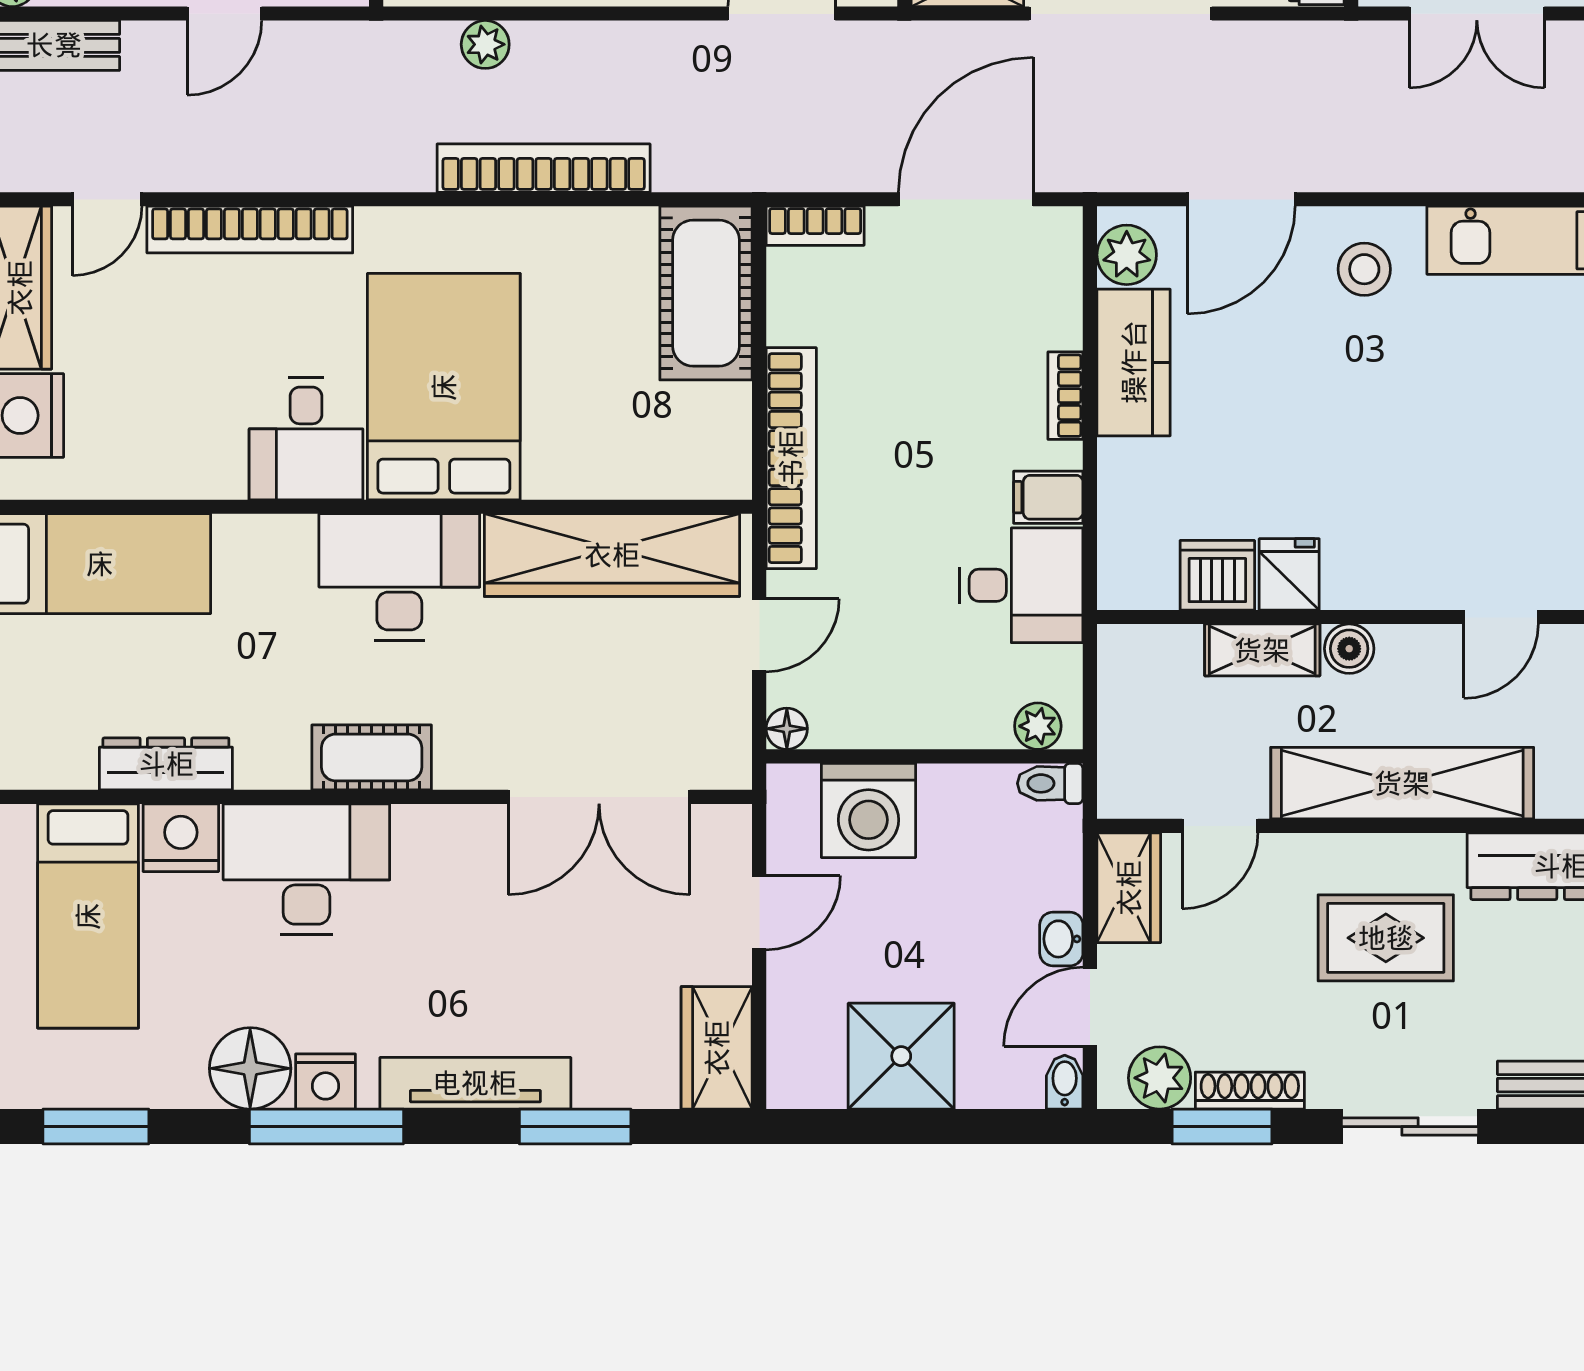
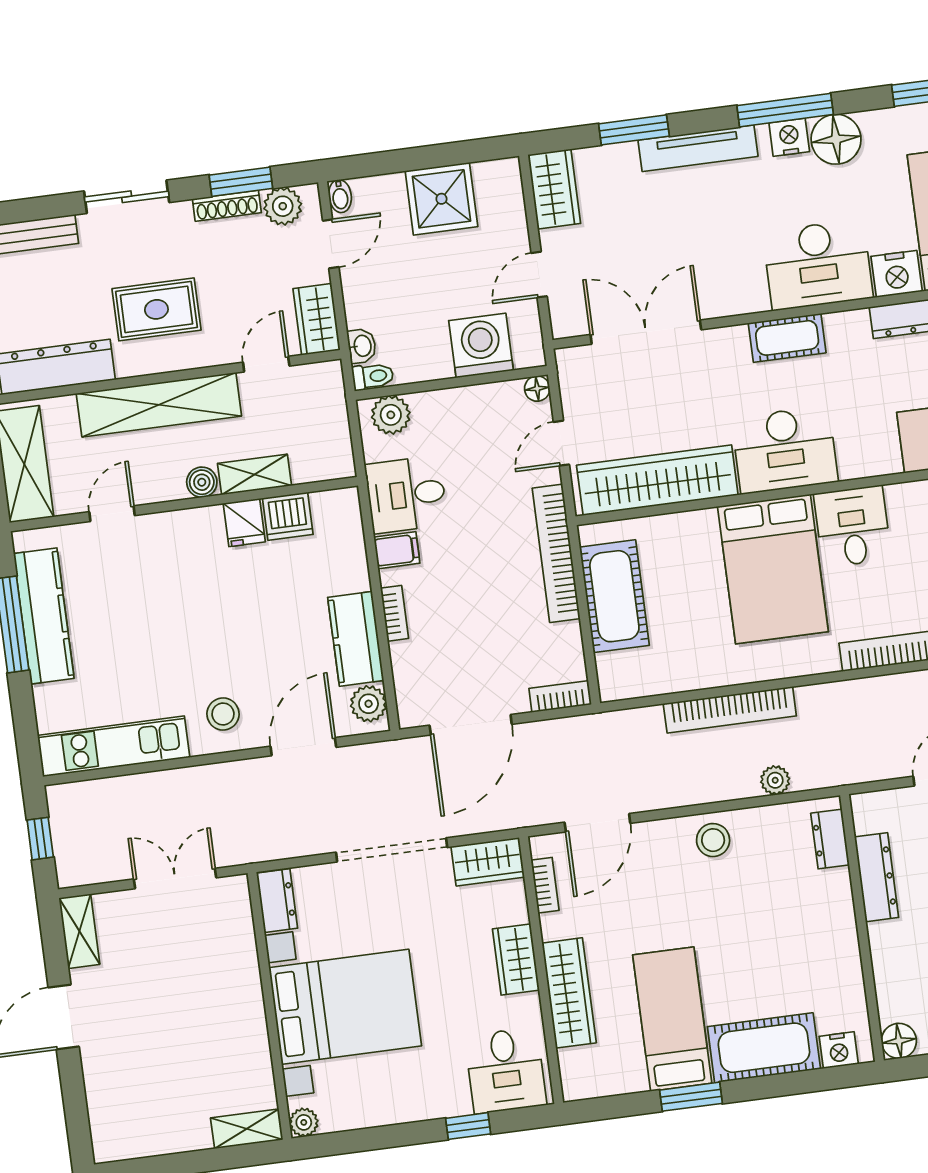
cot: (706, 293) -> (614, 596), moved
plant: (1038, 726) -> (391, 415), width x1.38, depth x1.38
washbasin: (1061, 939) -> (362, 346), moved

